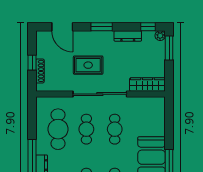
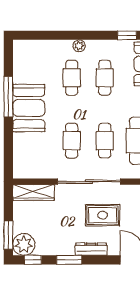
window: (102, 27) -> (69, 260), moved
dresser: (128, 36) -> (91, 249), moved
plant: (160, 36) -> (24, 244), width x1.88, depth x1.88

